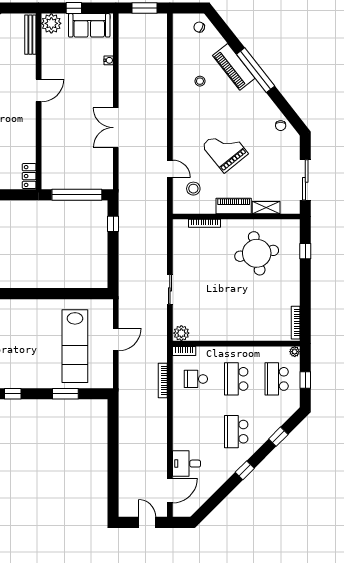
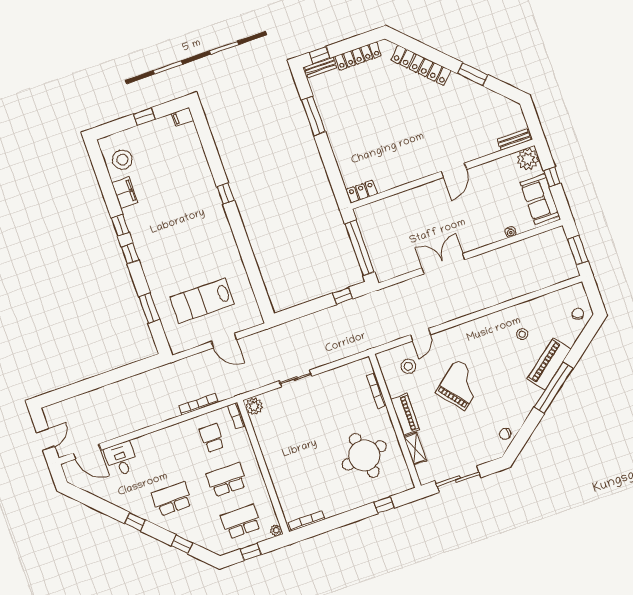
bench: (30, 35) -> (514, 140), width x0.73
door: (39, 90) -> (454, 170), hinge flipped
lab bench: (75, 346) -> (202, 301), width x0.73

